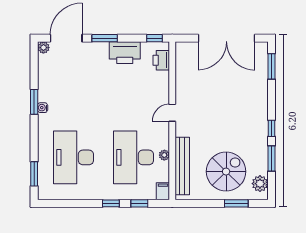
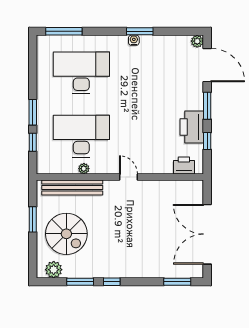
window: (154, 38) -> (207, 141), moved
window: (34, 174) -> (64, 31), width x1.44
filing cabinet: (163, 191) -> (46, 167), removed
window: (111, 203) -> (33, 112), width x1.50
window: (236, 203) -> (33, 219), moved

